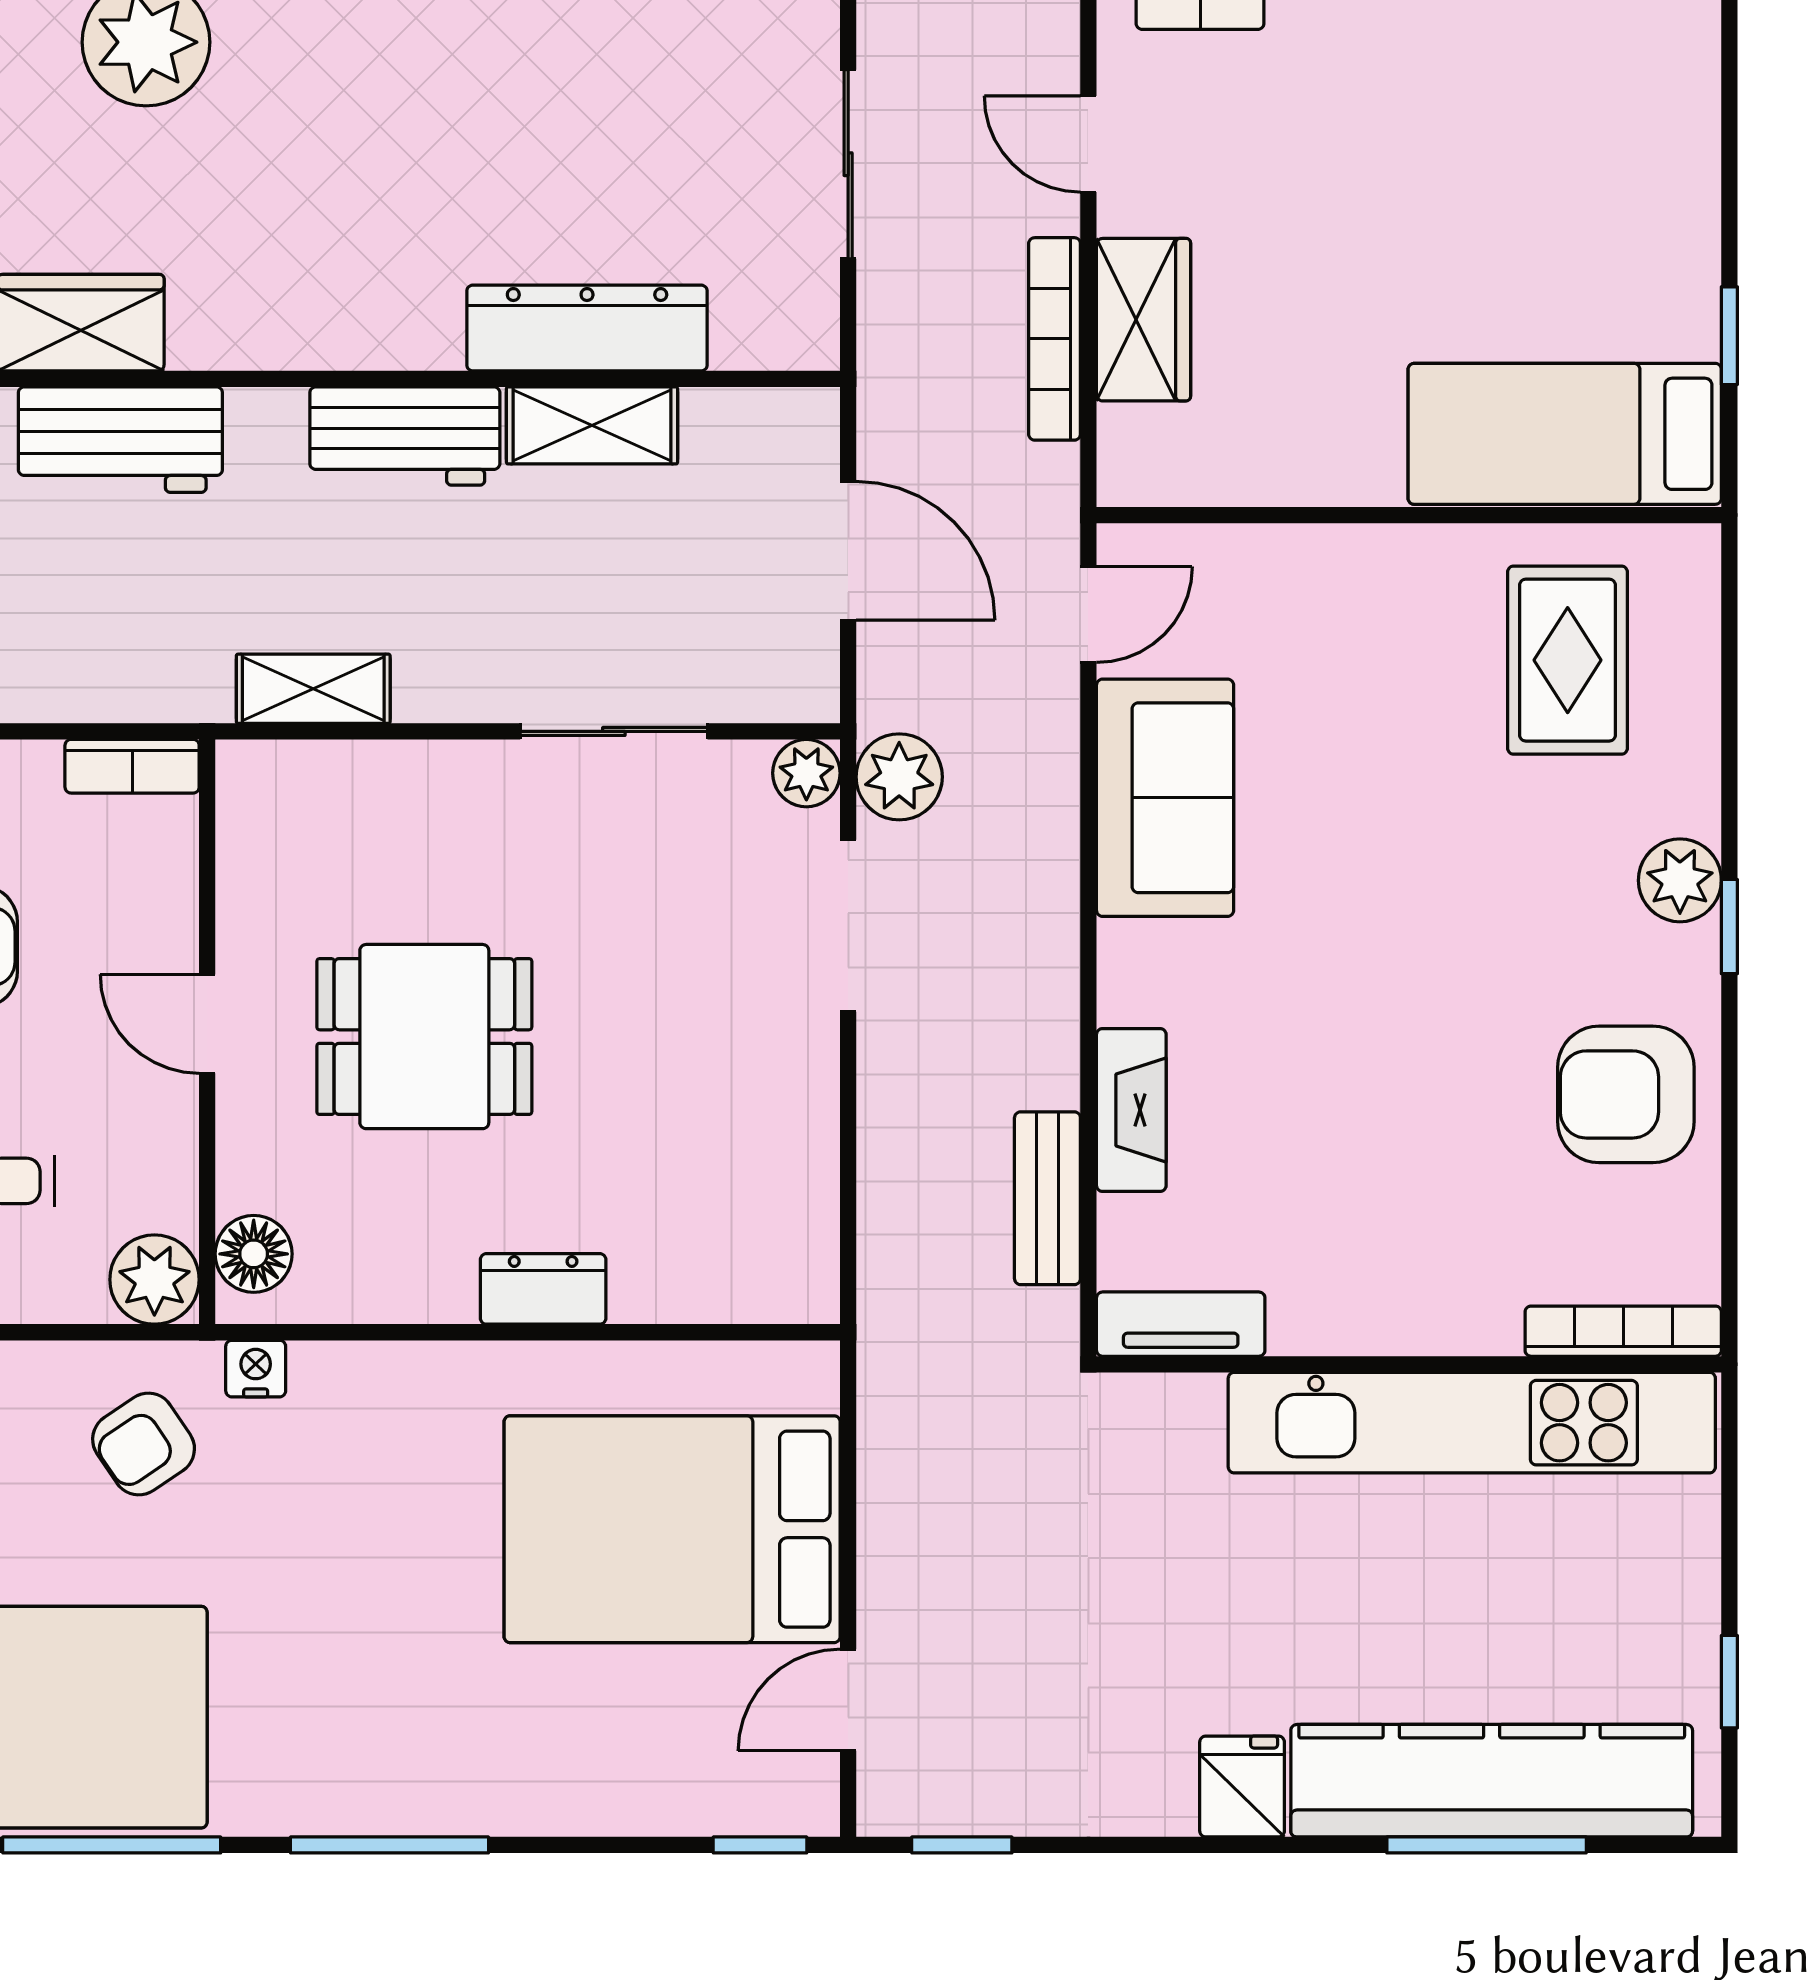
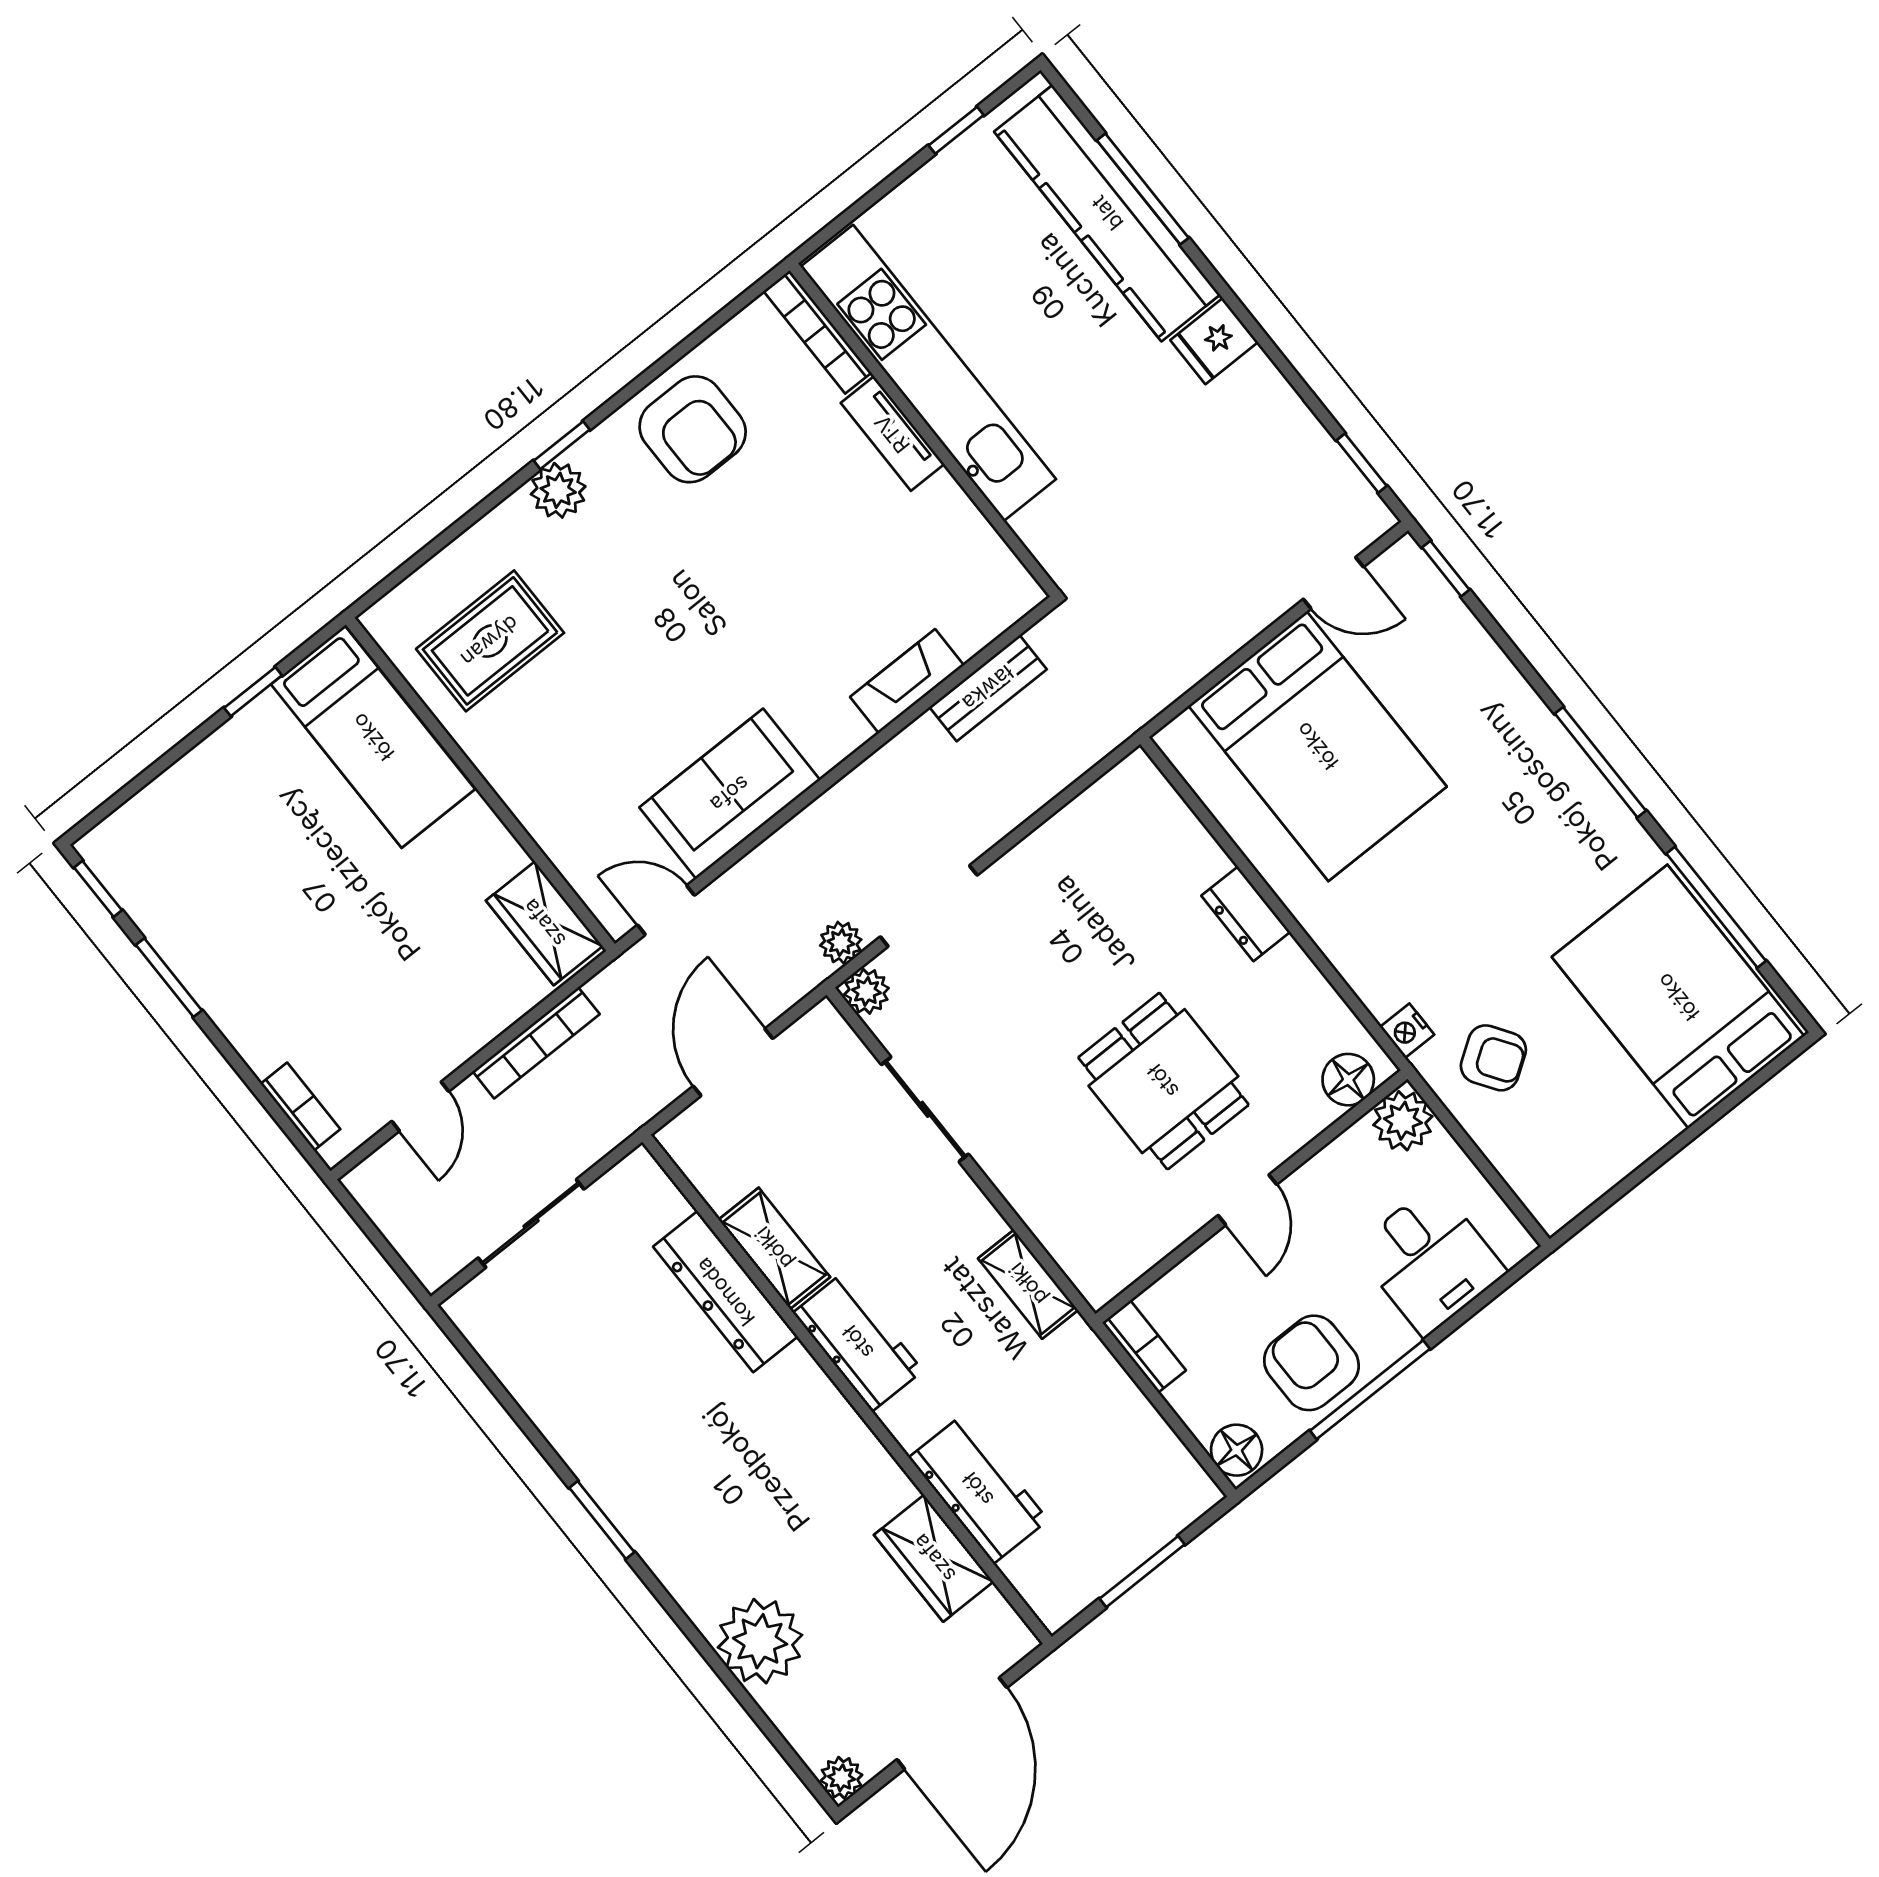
wardrobe: (1144, 320) -> (544, 923), moved, turned -90
plant: (899, 777) -> (841, 943), width x0.73, depth x0.73
tv unit: (1181, 1324) -> (892, 434), moved

